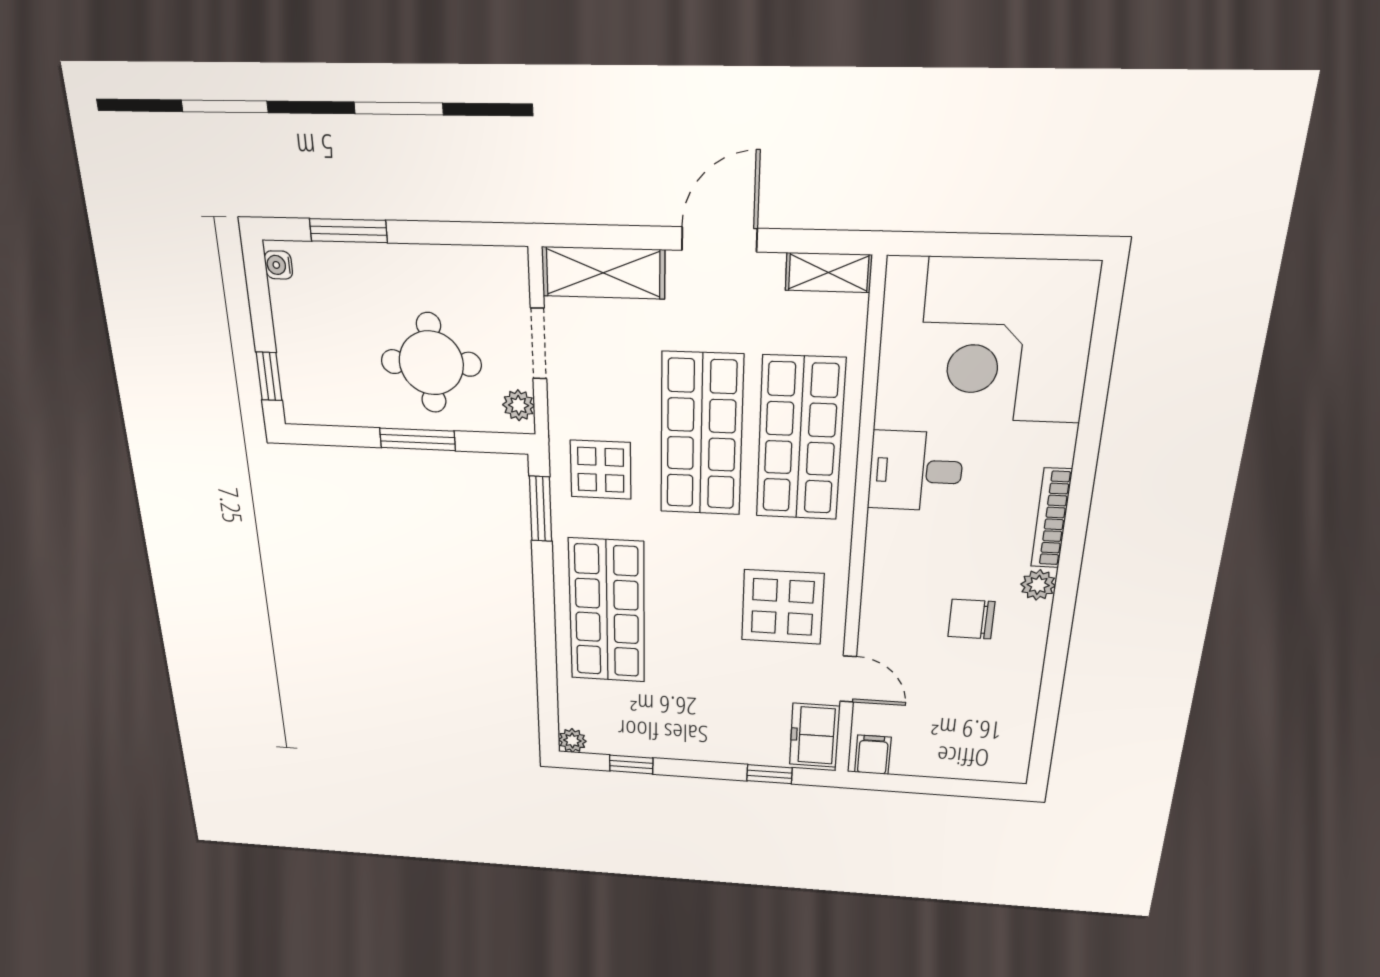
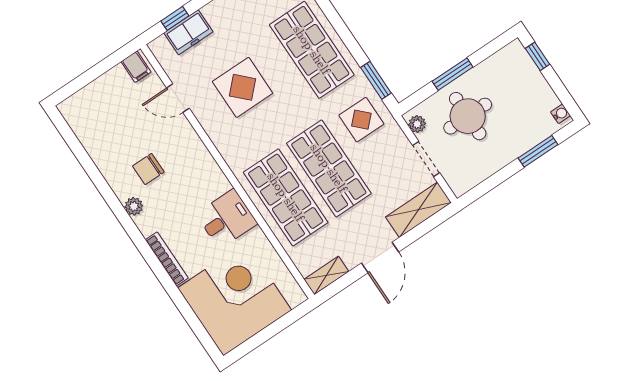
bookcase: (1051, 518) -> (167, 259), moved
display table: (783, 607) -> (243, 87), moved
chair: (971, 619) -> (148, 169), turned 180
freezer: (815, 735) -> (188, 32), moved, turned 90

